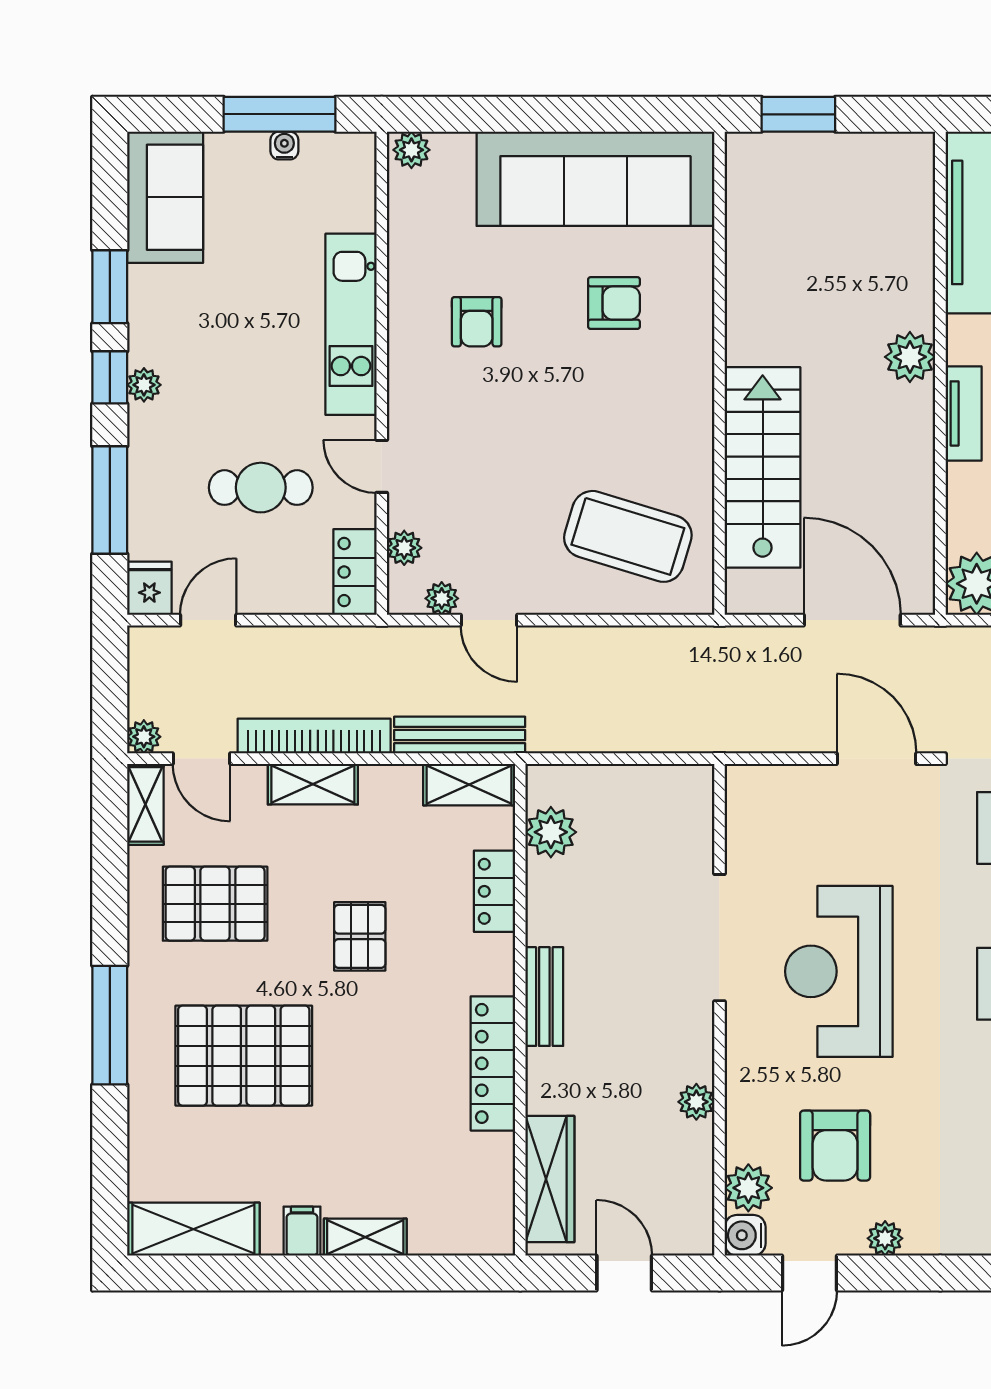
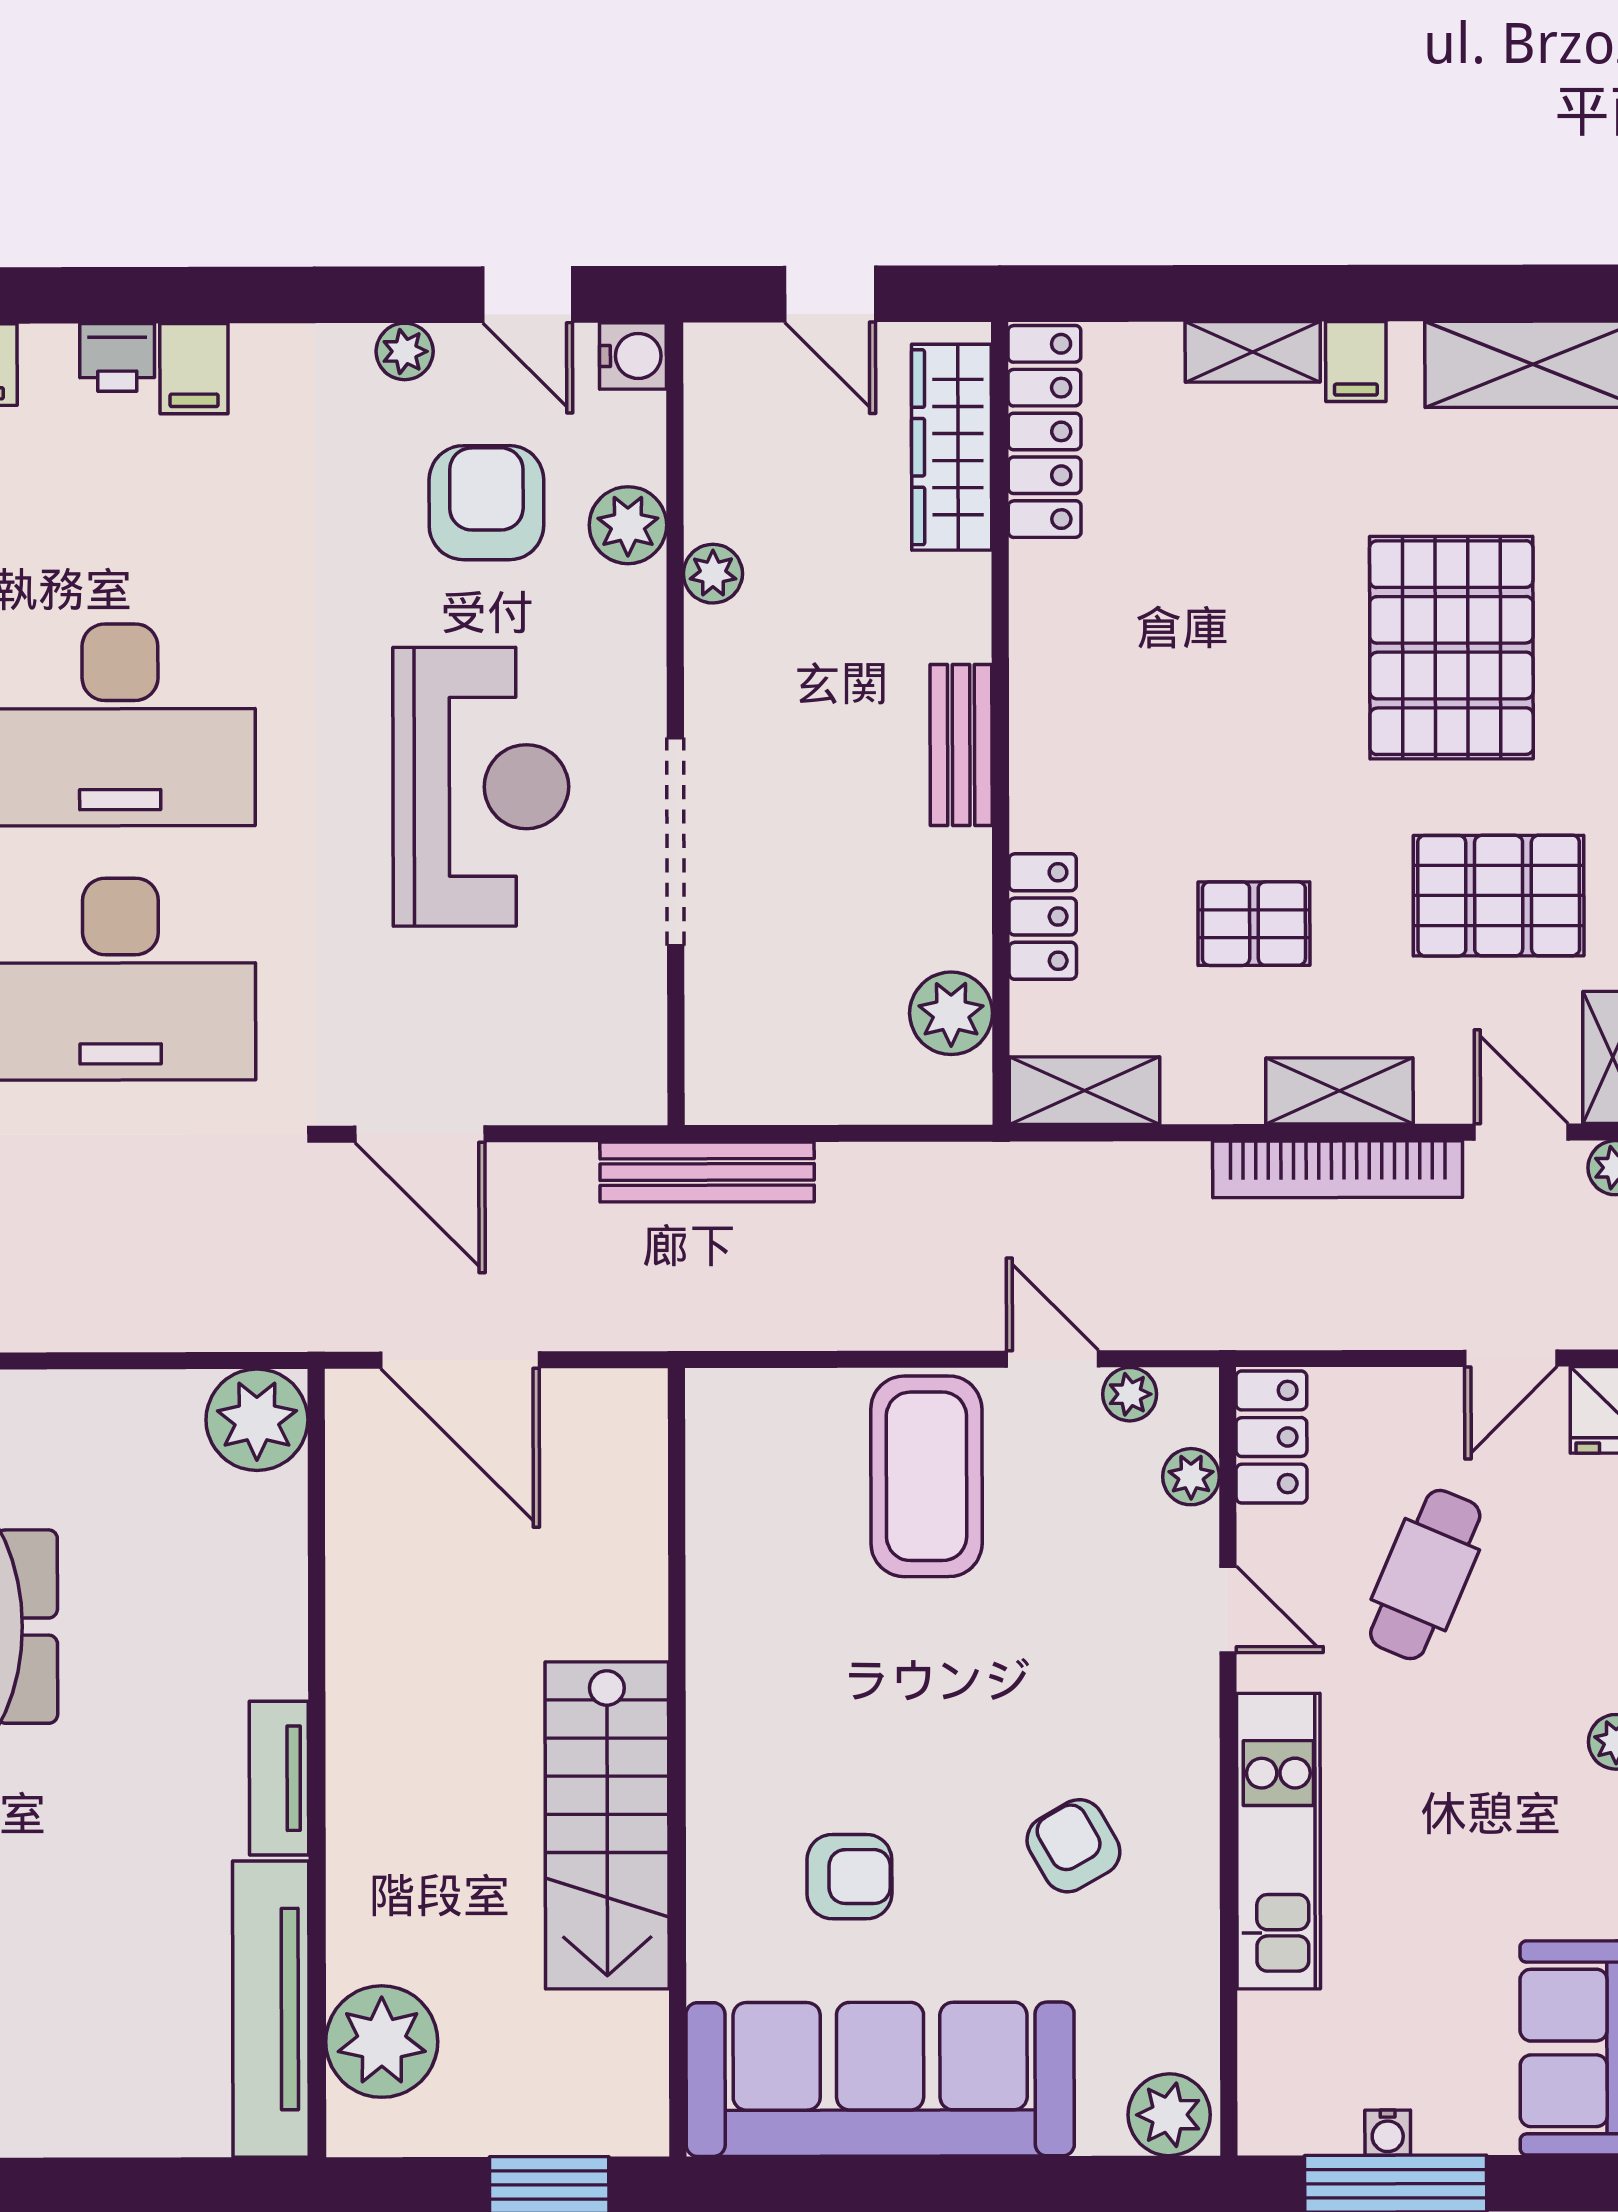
plant: (411, 150) -> (1169, 2115), width x1.38, depth x1.38
armchair: (614, 303) -> (849, 1877), turned 180
armchair: (477, 322) -> (1073, 1846), turned -30
plant: (910, 357) -> (382, 2042), moved, width x1.36, depth x1.36
tv unit: (964, 413) -> (279, 1778), moved
stairs: (763, 467) -> (607, 1825), moved
cafe table: (261, 488) -> (1425, 1575), turned -67
coffee table: (628, 536) -> (926, 1476), moved, turned 73
bench: (460, 735) -> (707, 1172), moved
pallet: (360, 936) -> (1254, 924), moved, turned 90
pallet: (244, 1056) -> (1451, 648), turned 90
locker: (493, 1063) -> (1045, 431), moved
plant: (748, 1188) -> (628, 525), moved
door: (810, 1273) -> (528, 295), swing flipped

